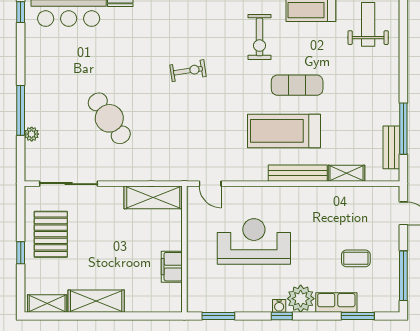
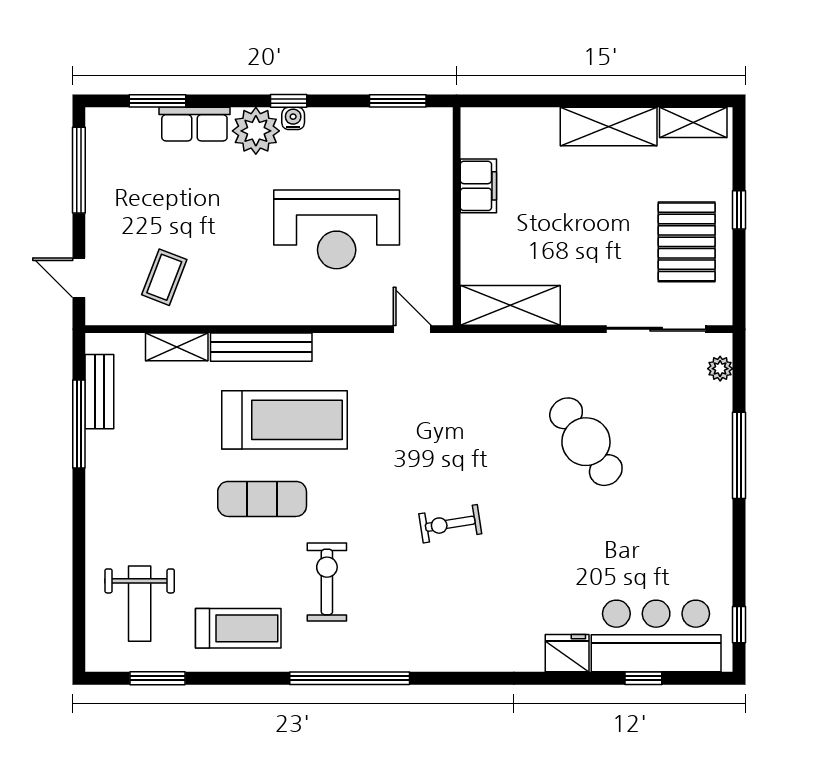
plant: (32, 134) -> (720, 369), moved
coffee table: (356, 258) -> (164, 277), moved, turned -69

